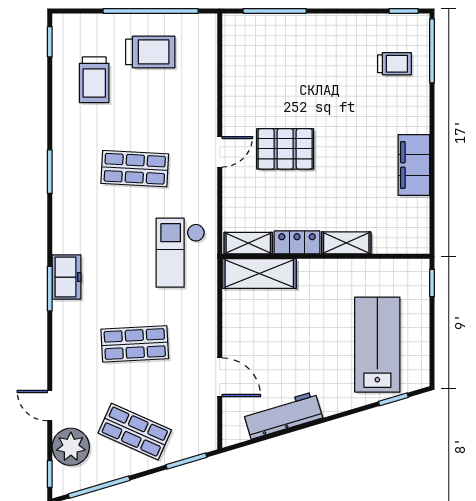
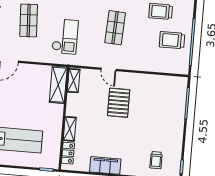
trolley: (150, 52) -> (172, 40), turned 90
door: (220, 152) -> (108, 69), moved
locker: (297, 242) -> (68, 153), moved
checkout: (180, 253) -> (65, 36), moved, turned 90

